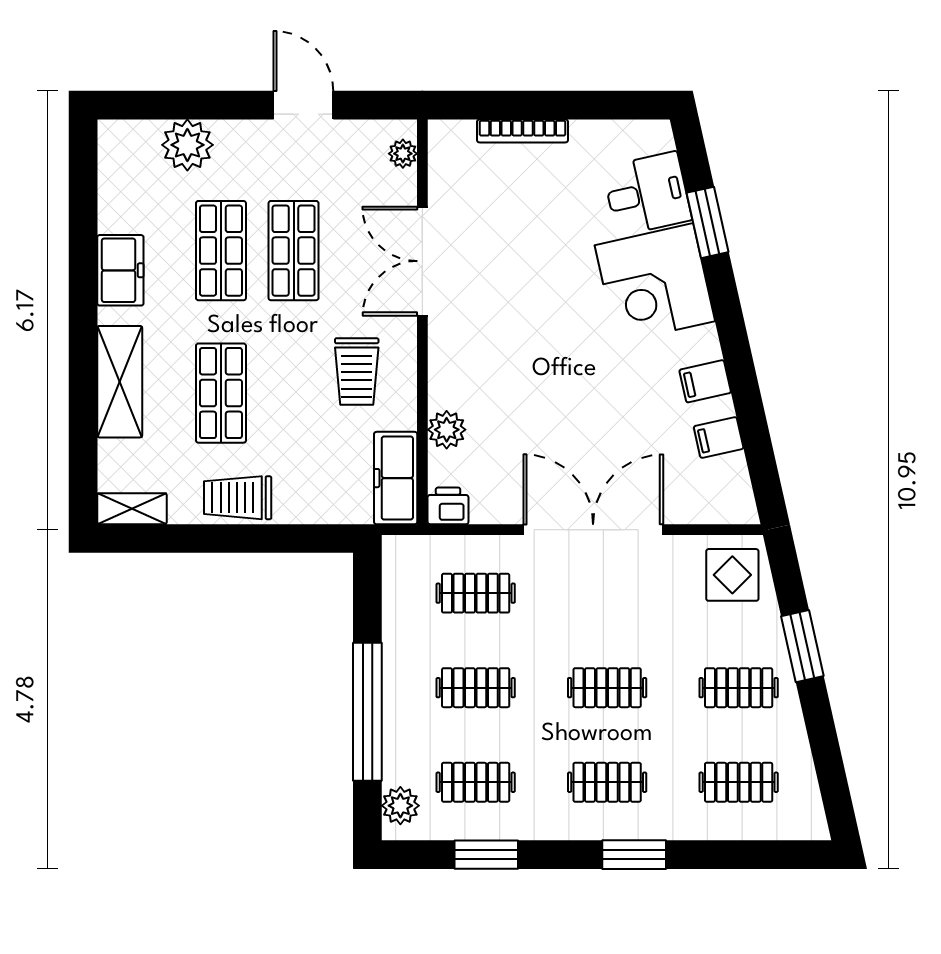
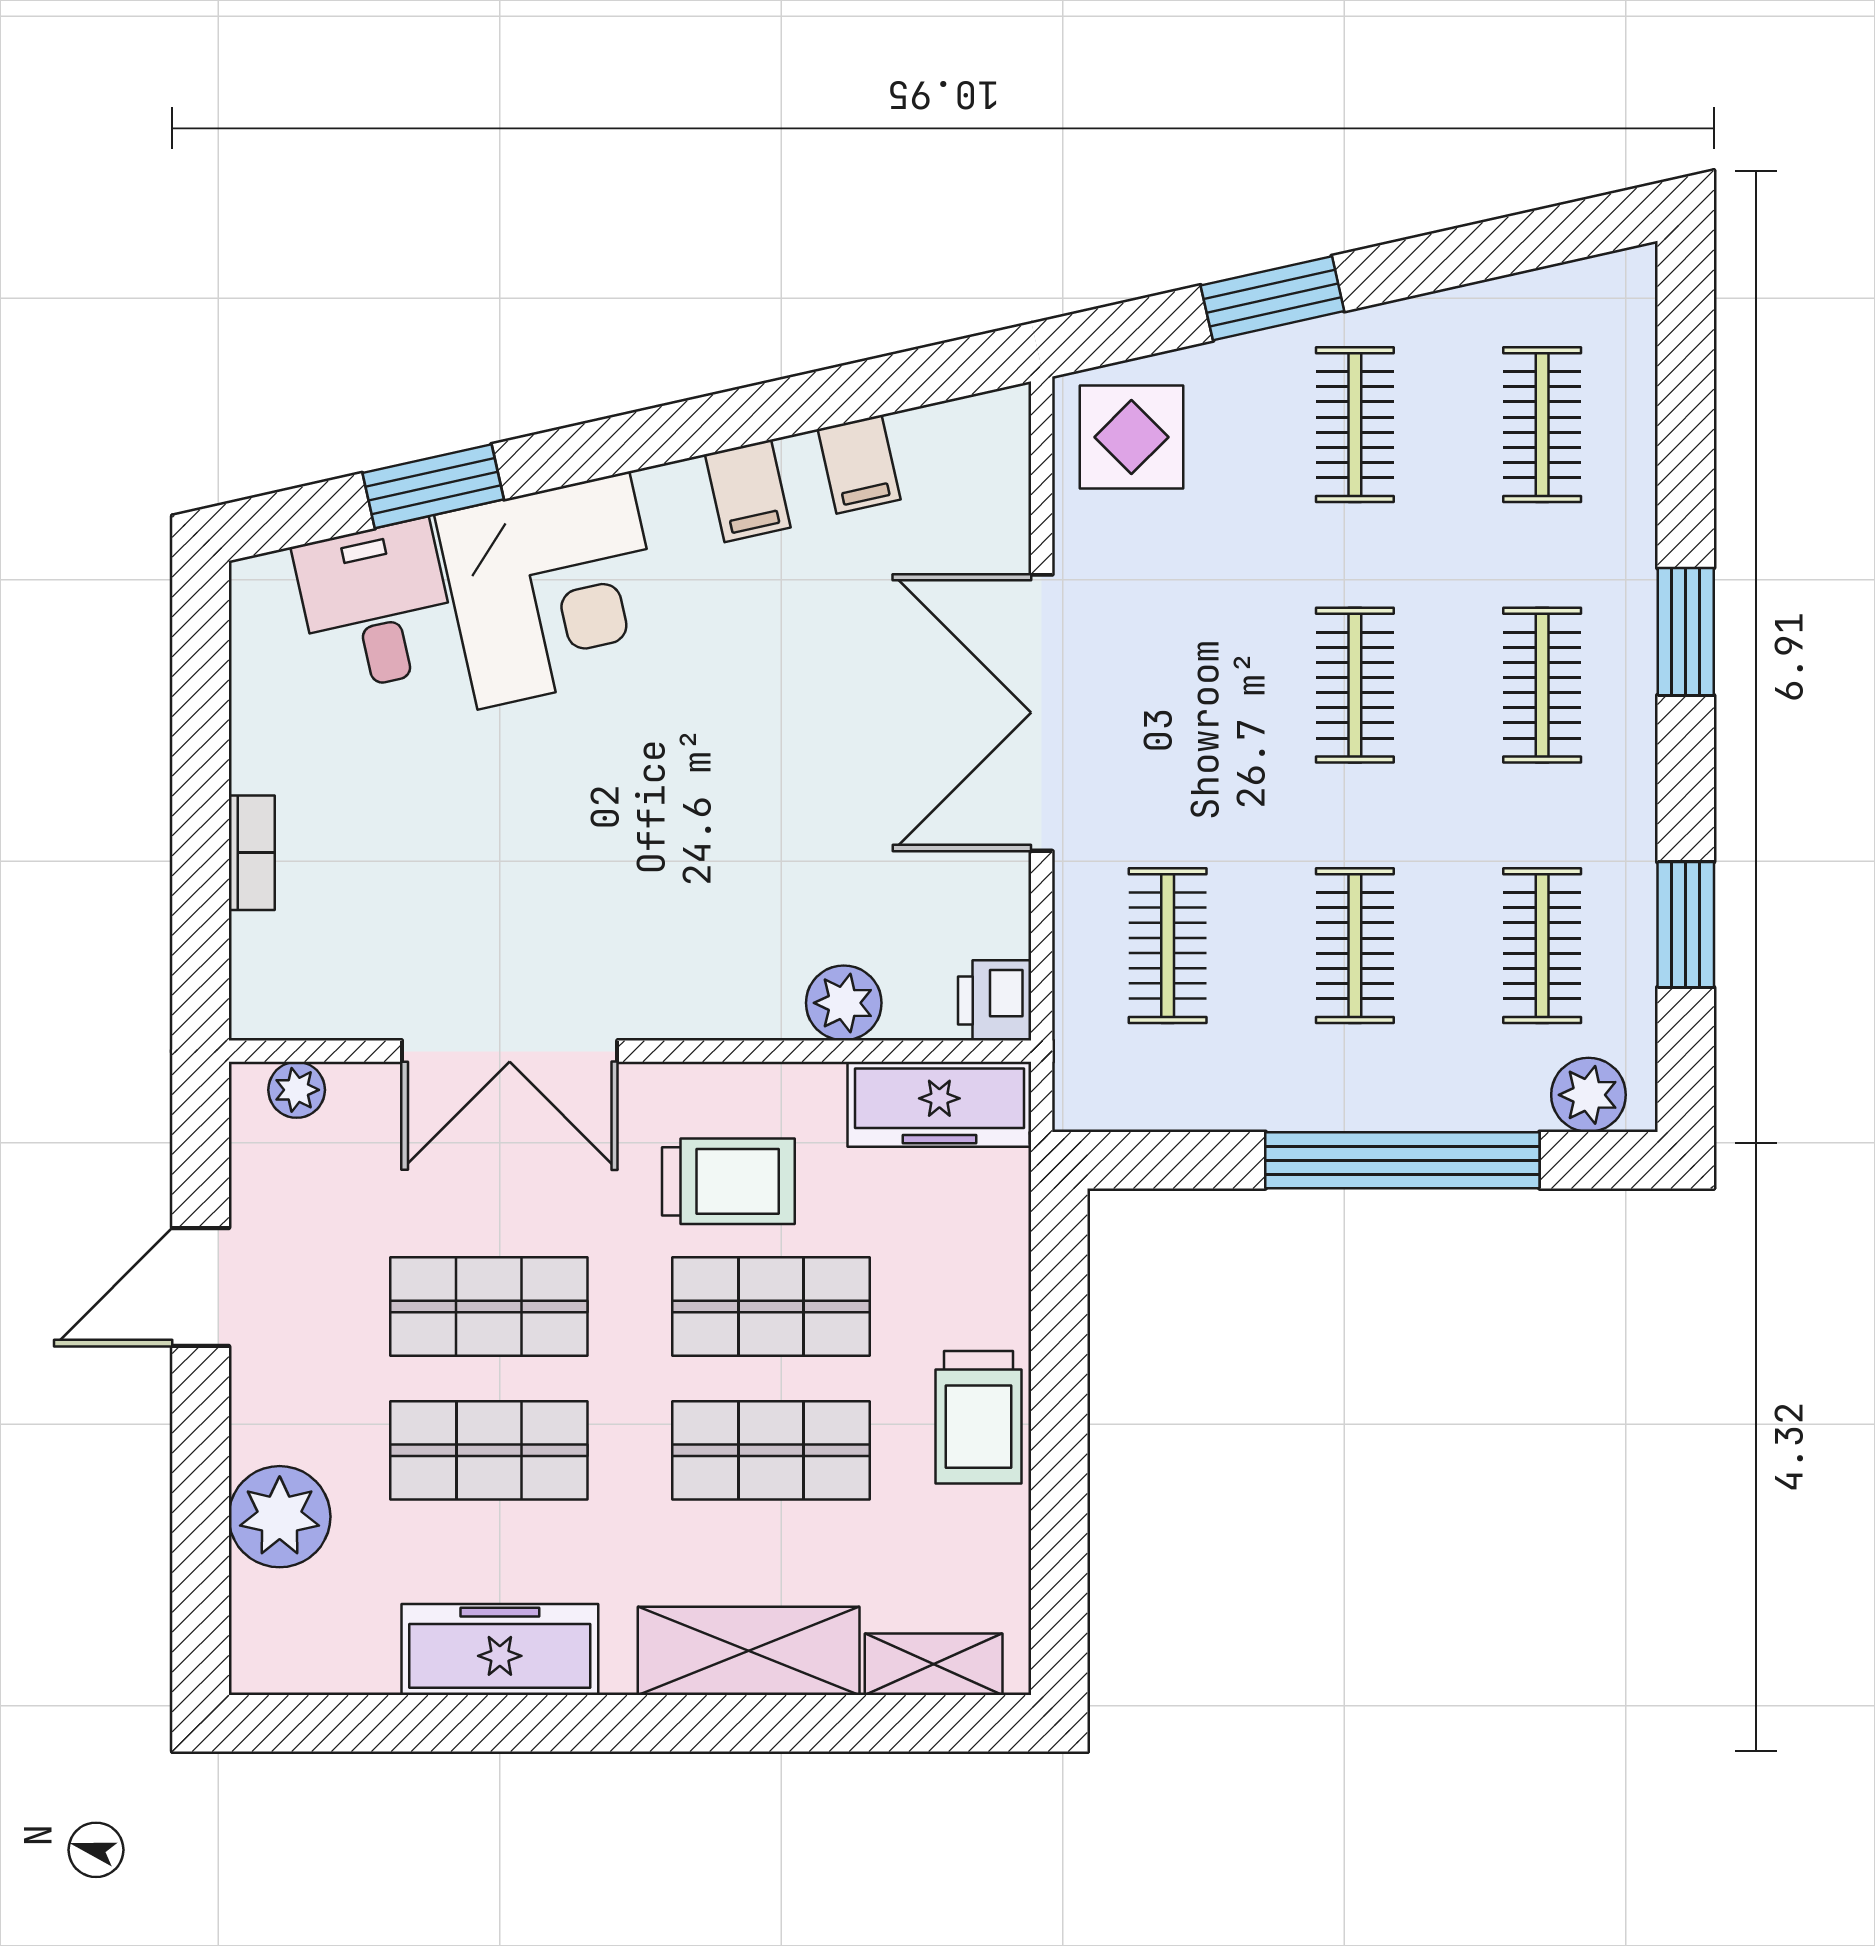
bookcase: (523, 131) -> (252, 853), width x0.64
freezer: (120, 270) -> (500, 1650), width x1.40
shop shelf: (294, 393) -> (771, 1306), added
shelving: (132, 509) -> (934, 1664), moved, turned 90

